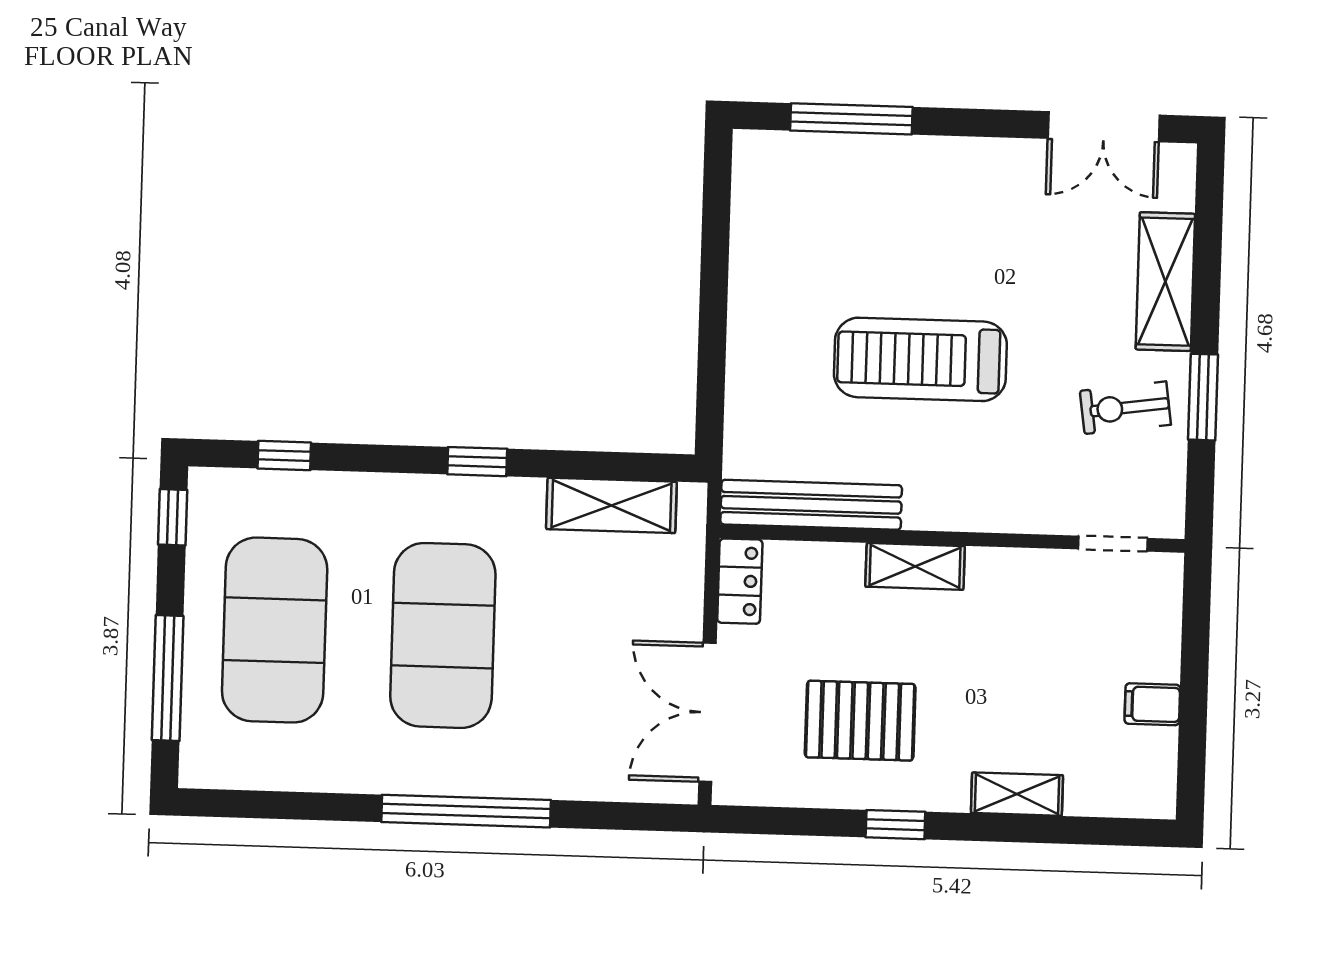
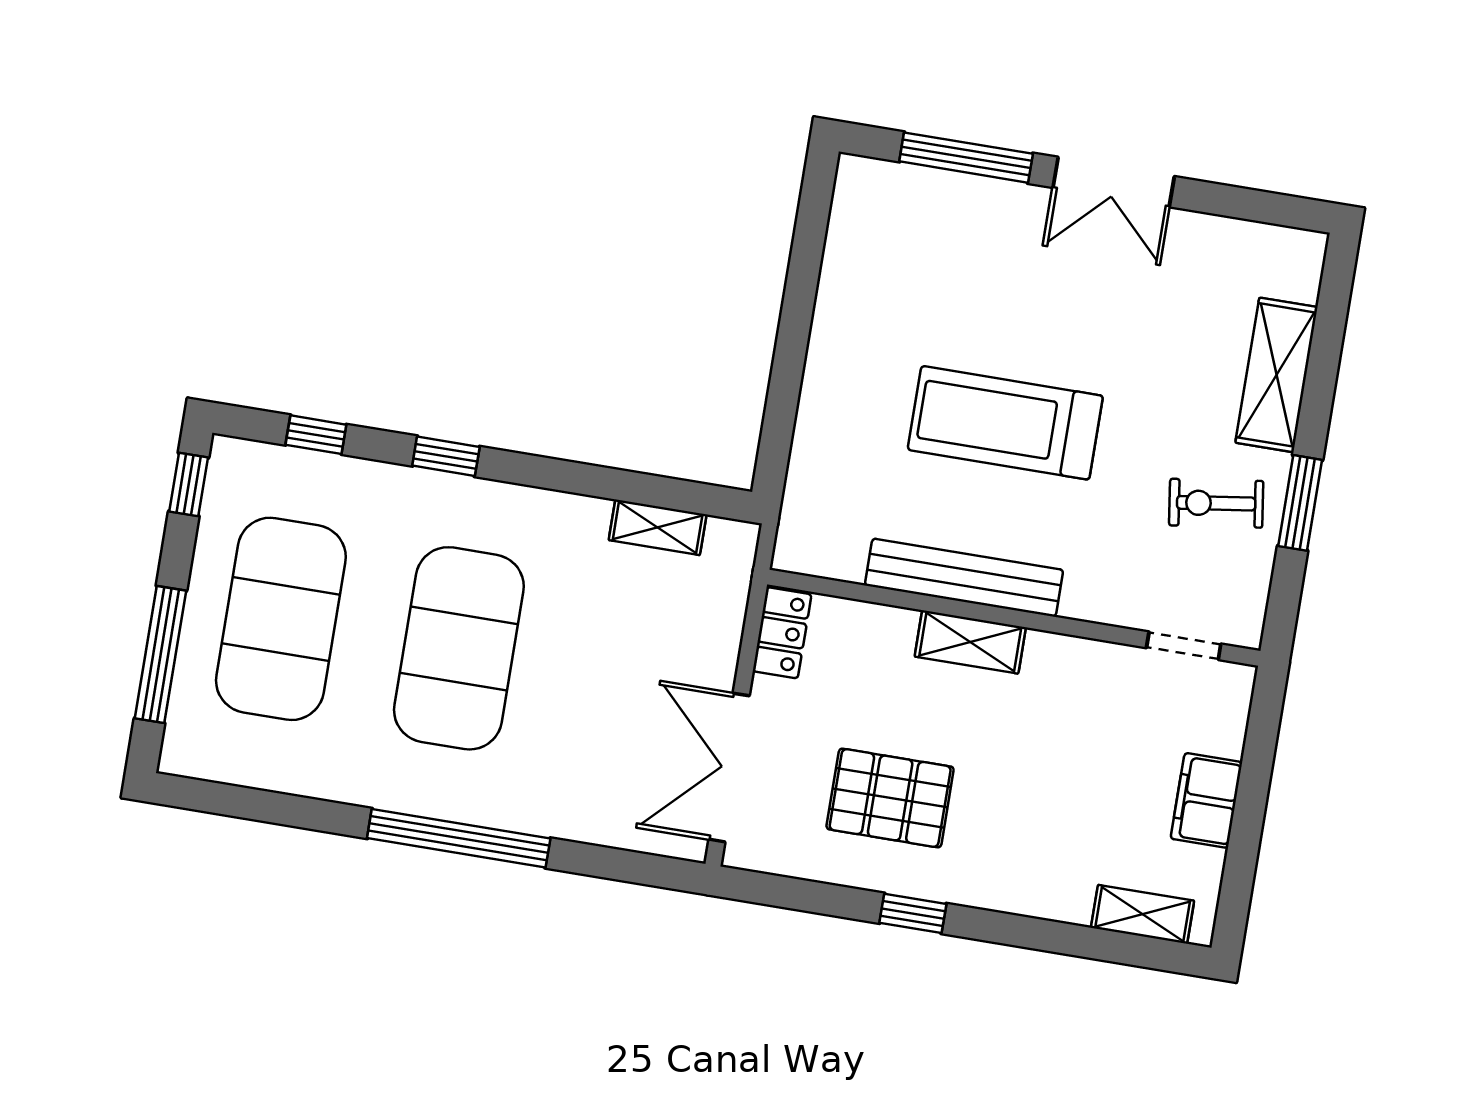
double door: (1104, 127) -> (1114, 182), moved
window: (477, 462) -> (446, 456), moved
shelving: (611, 505) -> (658, 527), width x0.67, depth x0.75
bench: (811, 505) -> (964, 578), moved
filing cabinet: (1152, 704) -> (1206, 800), width x2.00
shelving: (1017, 794) -> (1143, 914), moved

